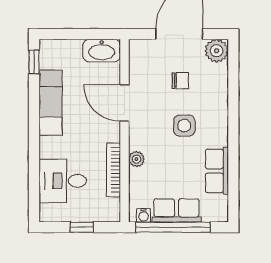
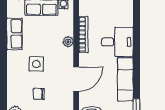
door: (125, 103) -> (76, 79), hinge flipped
desk: (63, 181) -> (117, 42), moved

